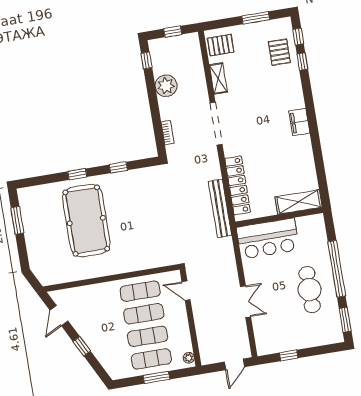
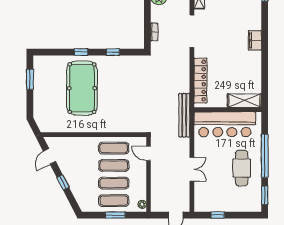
bench: (220, 208) -> (184, 115), moved
bar counter: (268, 239) -> (225, 124), width x1.36

